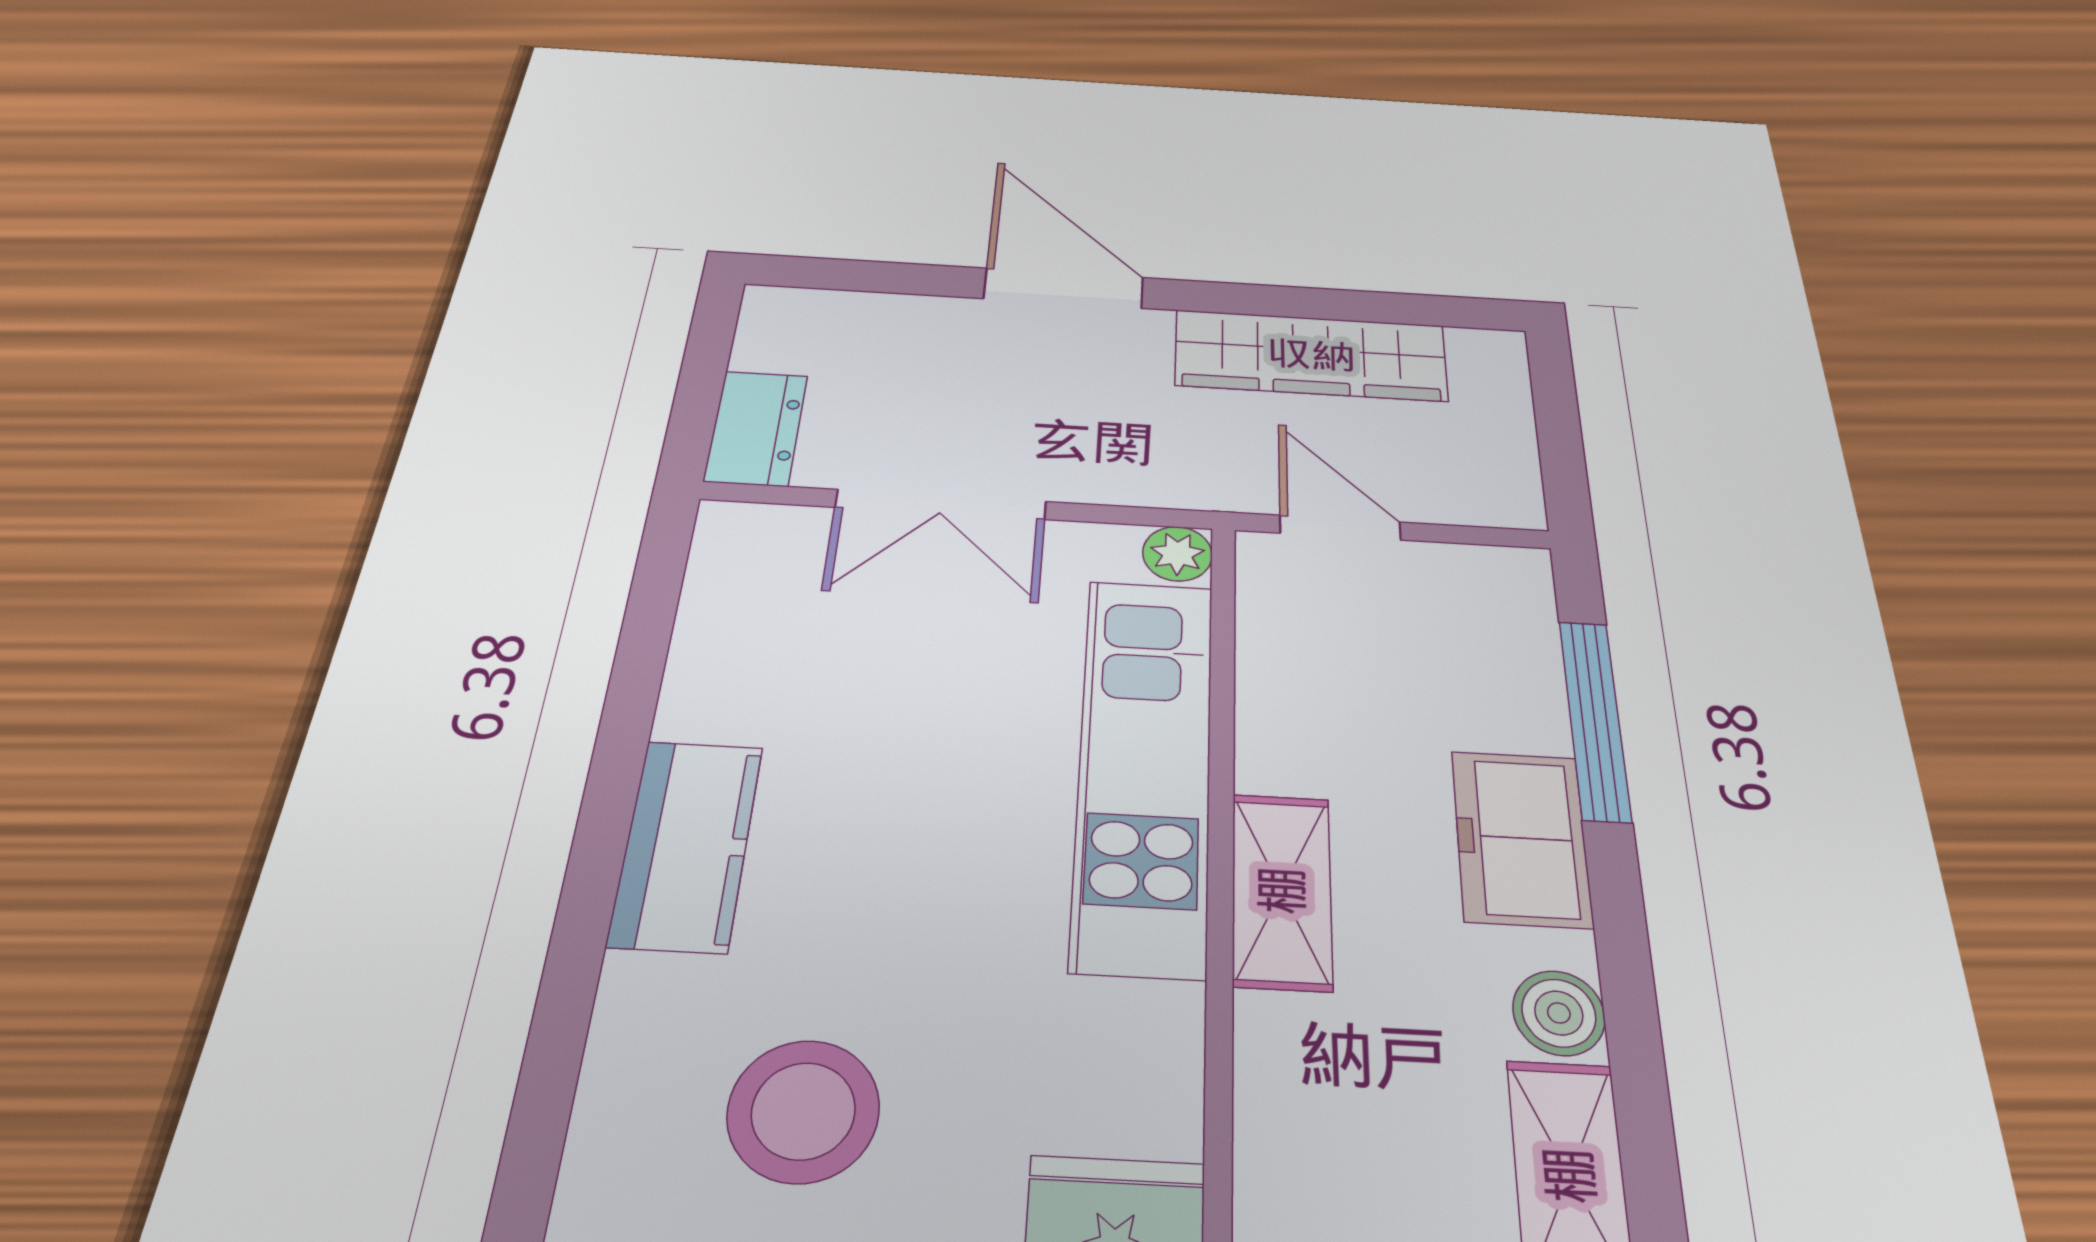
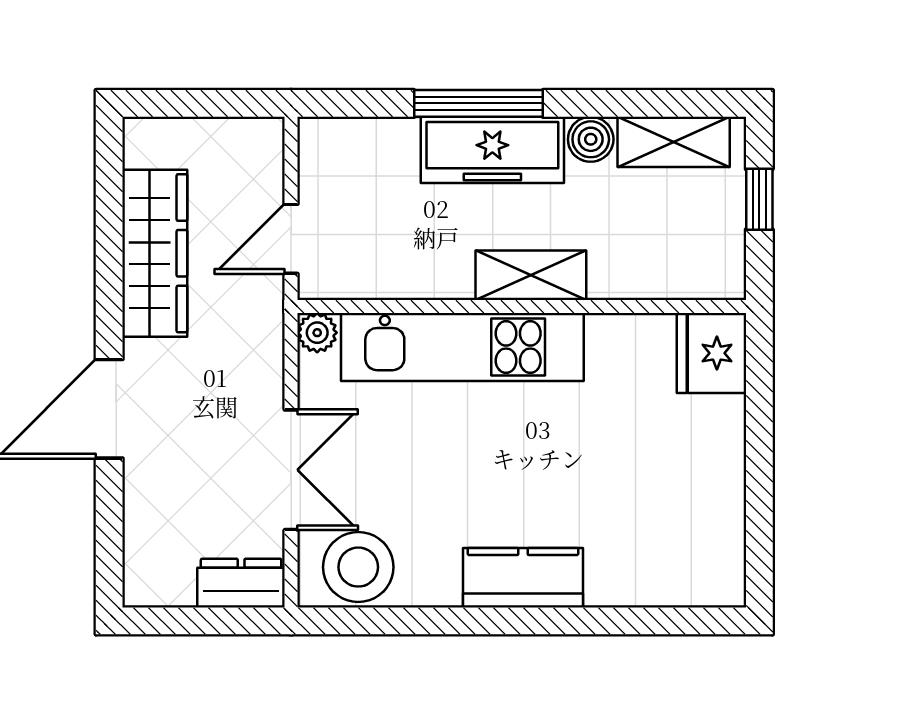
window: (1595, 719) -> (478, 103), moved
freezer: (1521, 838) -> (492, 150), width x1.40
stool: (803, 1111) -> (358, 567), moved

